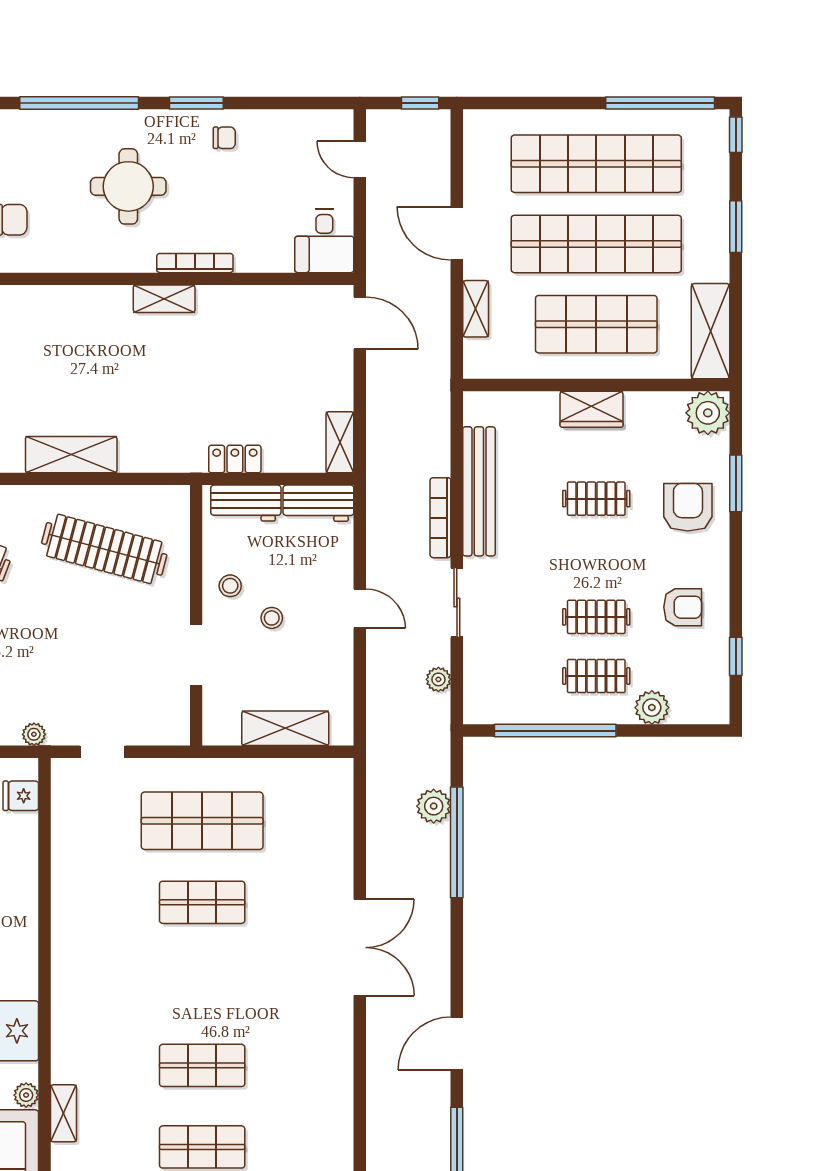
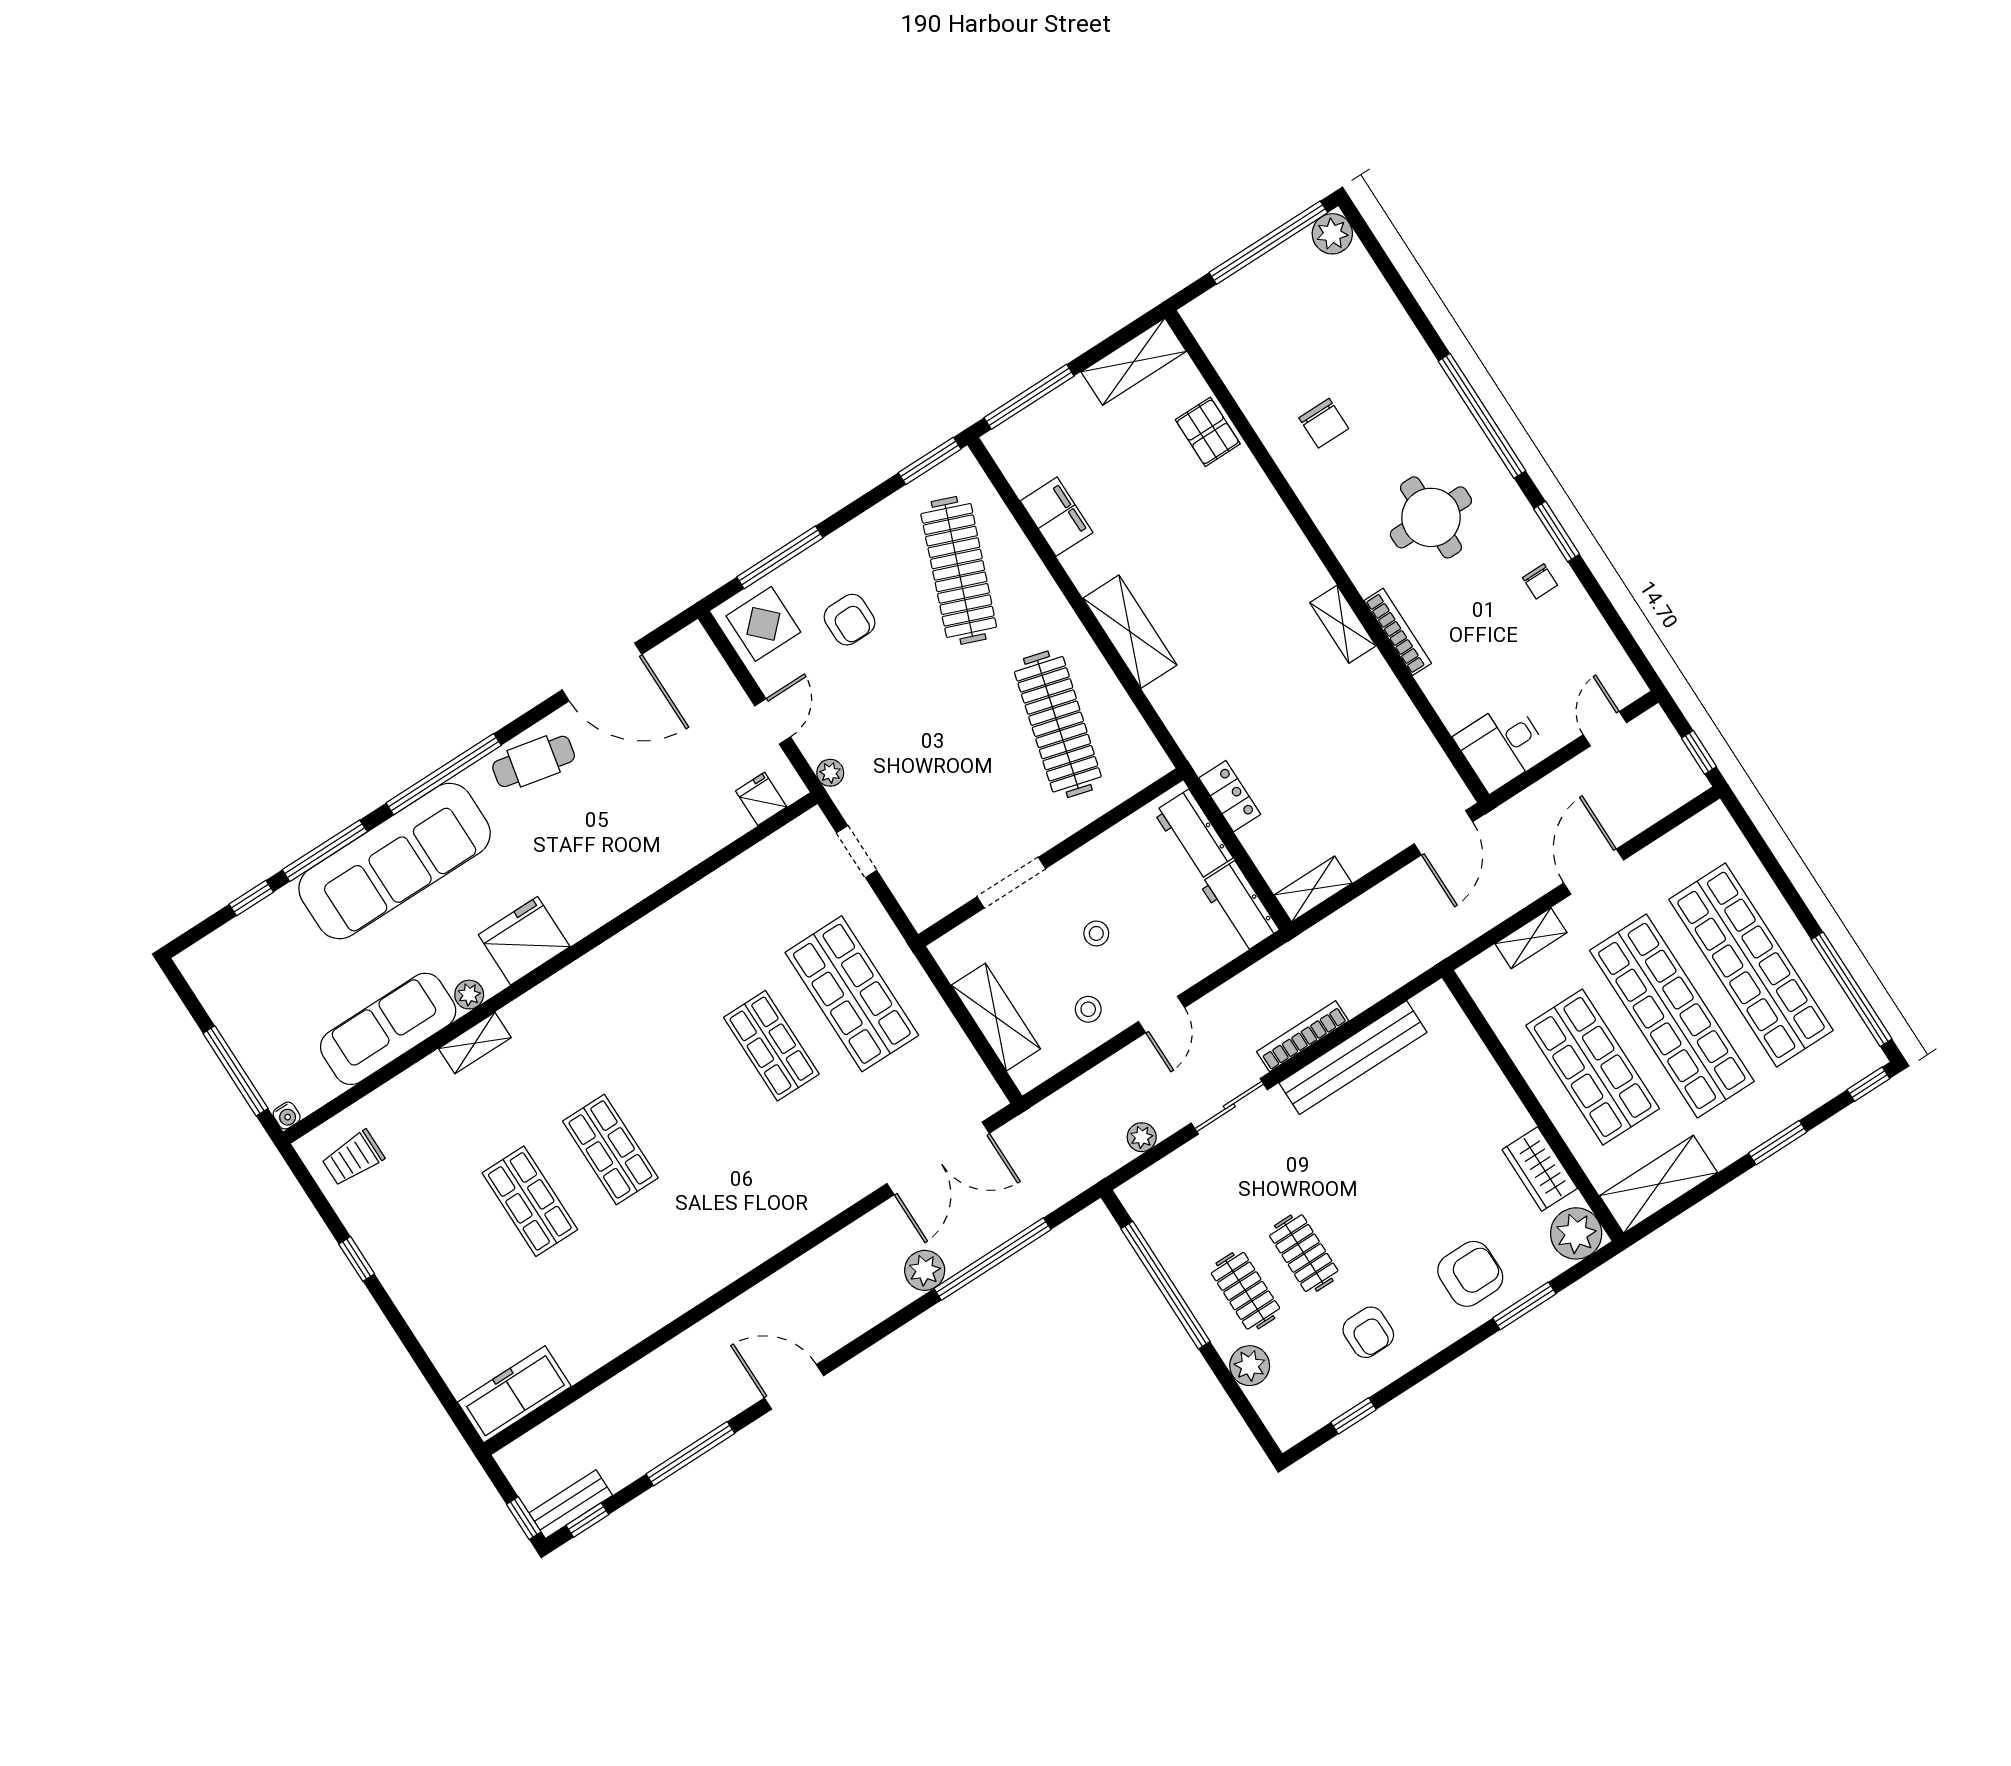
wardrobe: (592, 409) -> (1540, 1169), moved
clothes rail: (596, 499) -> (1420, 1178), removed
stool: (230, 586) -> (1088, 1009), moved
plant: (434, 806) -> (925, 1270), moved
double door: (360, 947) -> (938, 1158), moved

